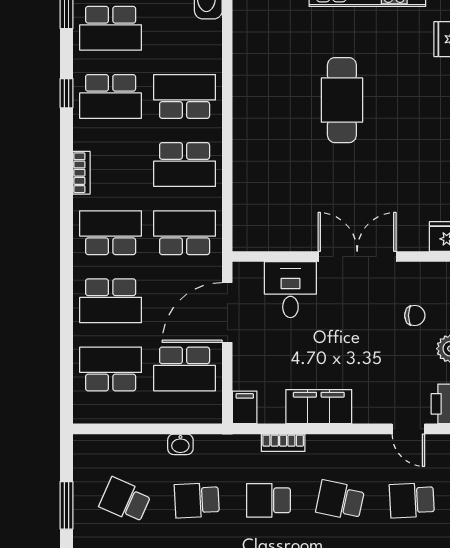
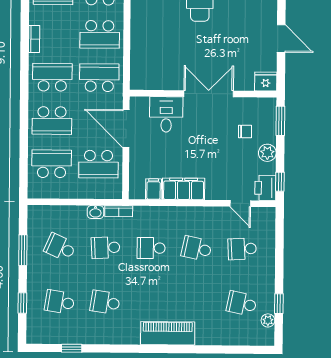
door: (227, 312) -> (126, 129), hinge flipped
filing cabinet: (245, 407) -> (154, 189), moved
bookcase: (283, 443) -> (119, 211), moved

